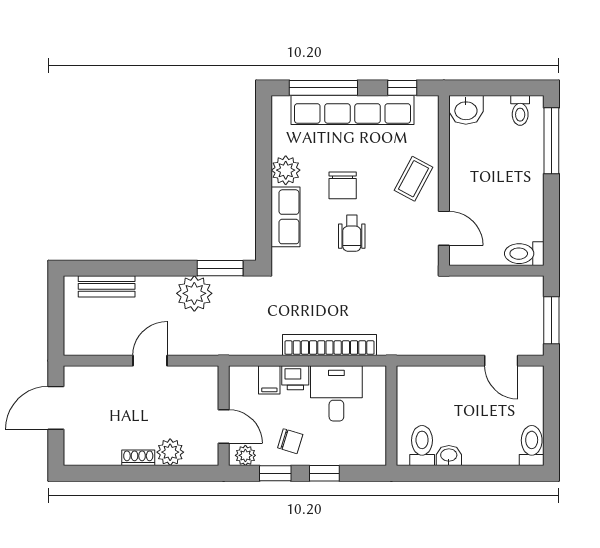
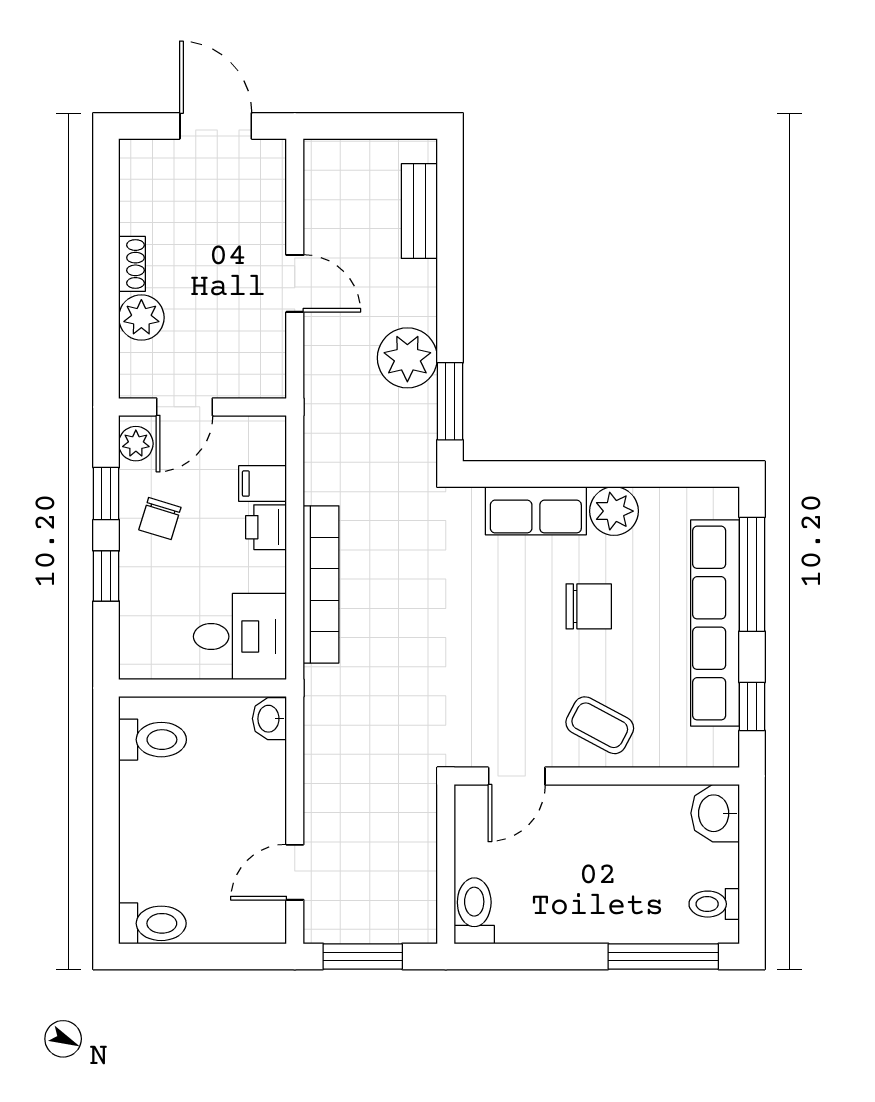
chair: (343, 185) -> (589, 606), turned 180
wheelchair: (352, 233) -> (508, 622), removed
desk: (336, 393) -> (240, 637), moved
washbasin: (449, 456) -> (269, 719), moved, turned 180

